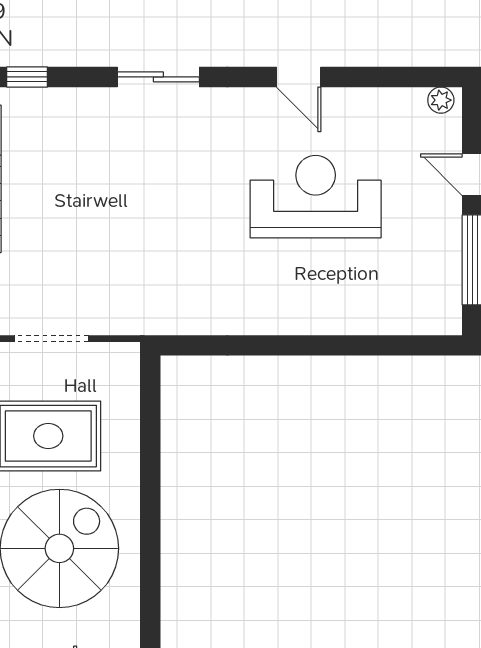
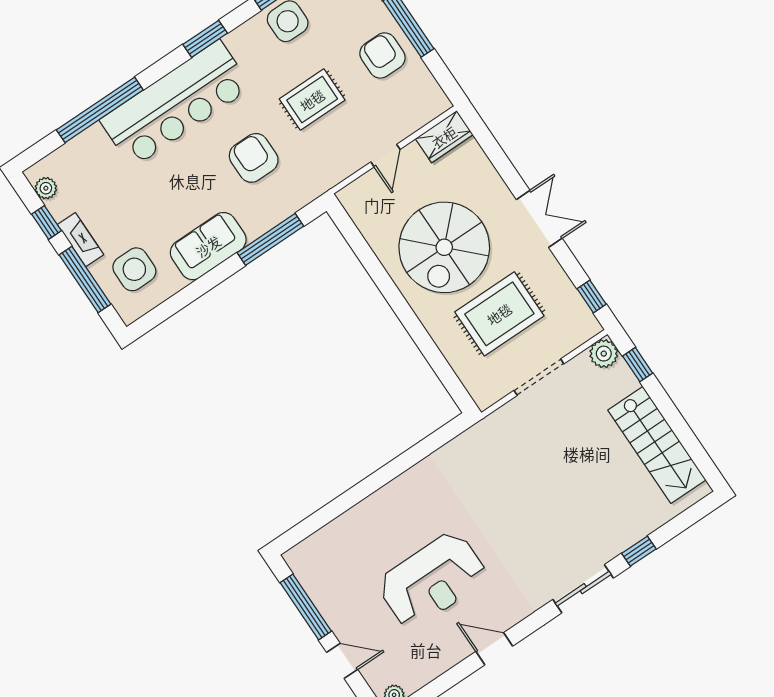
window: (27, 77) -> (639, 551), moved

